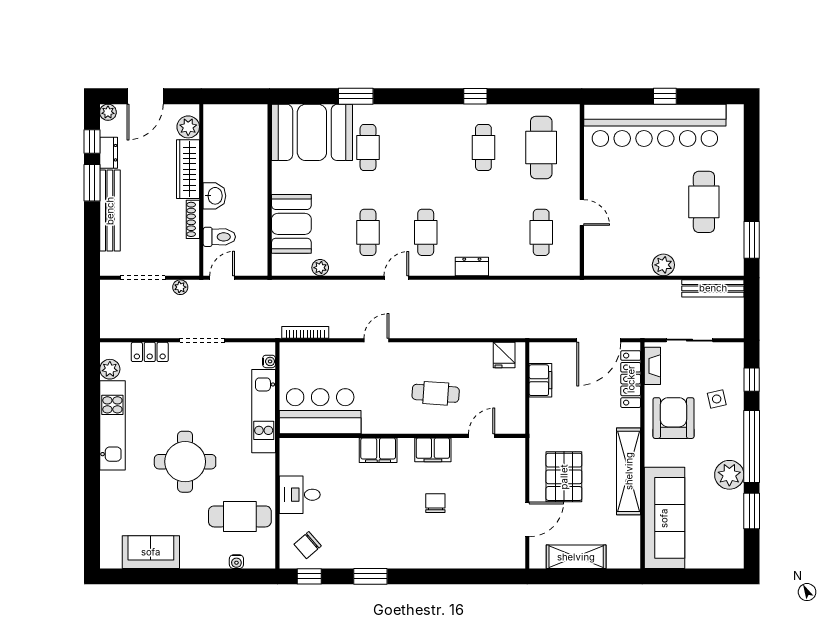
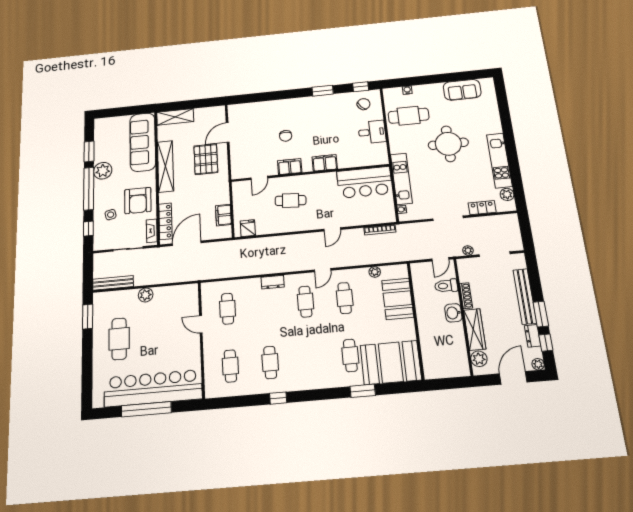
window: (665, 96) -> (146, 409), width x3.17
cafe table: (541, 148) -> (230, 366), width x0.73, depth x0.74
shelving: (576, 557) -> (175, 117), moved

